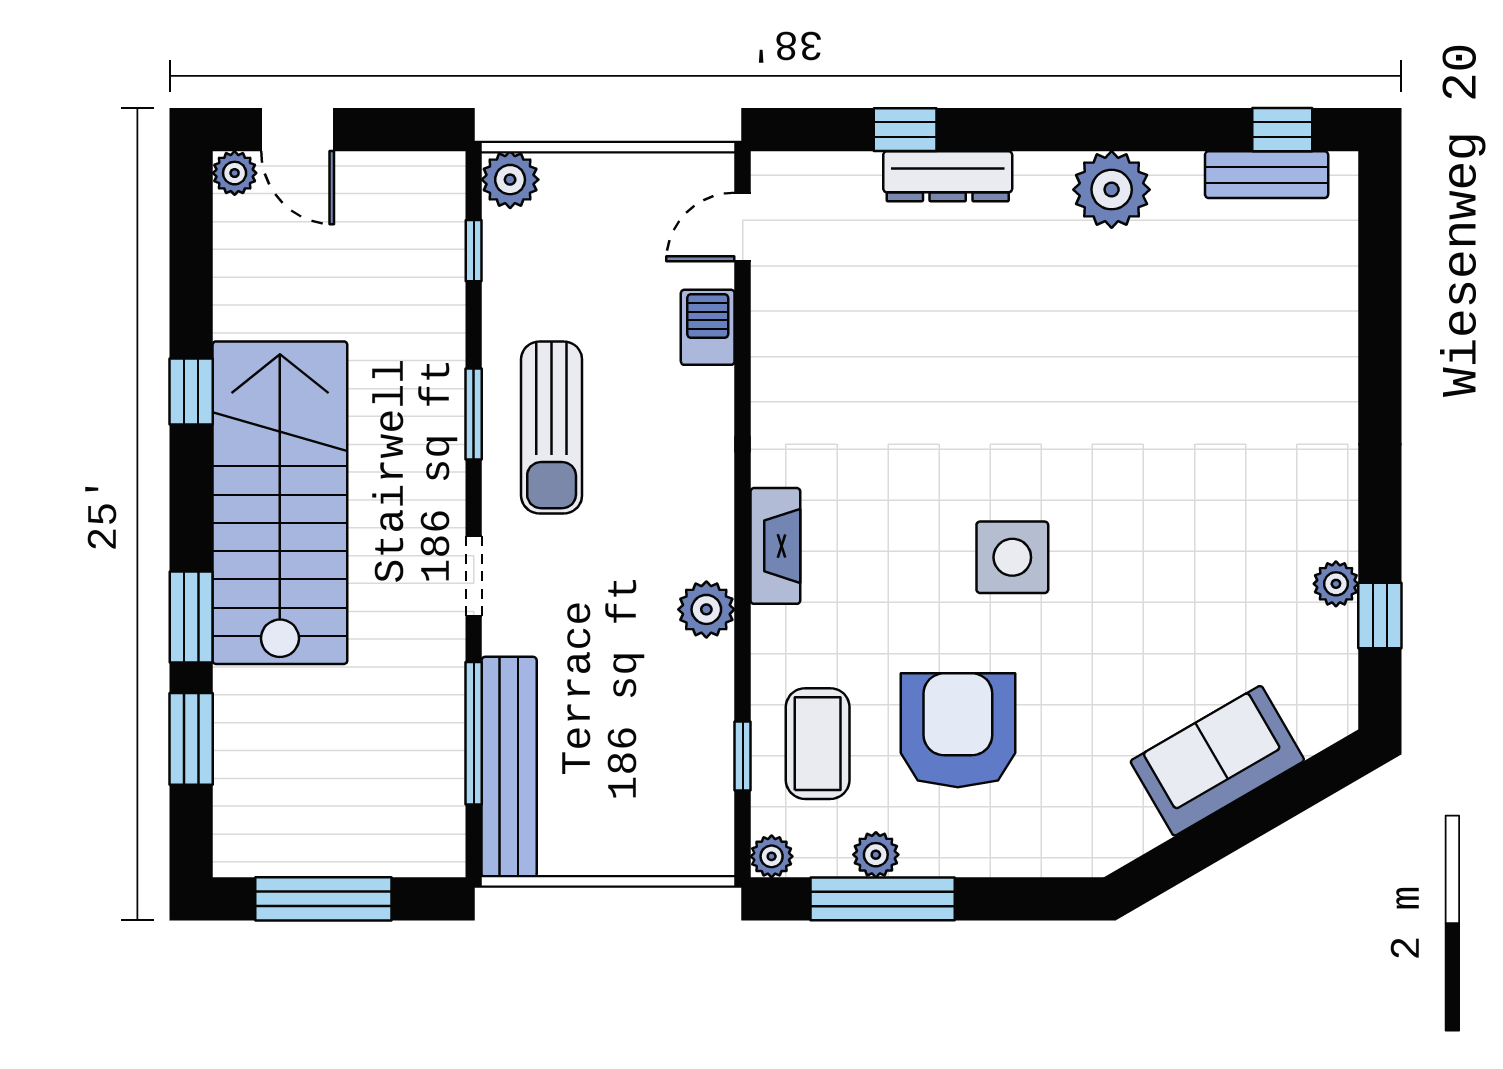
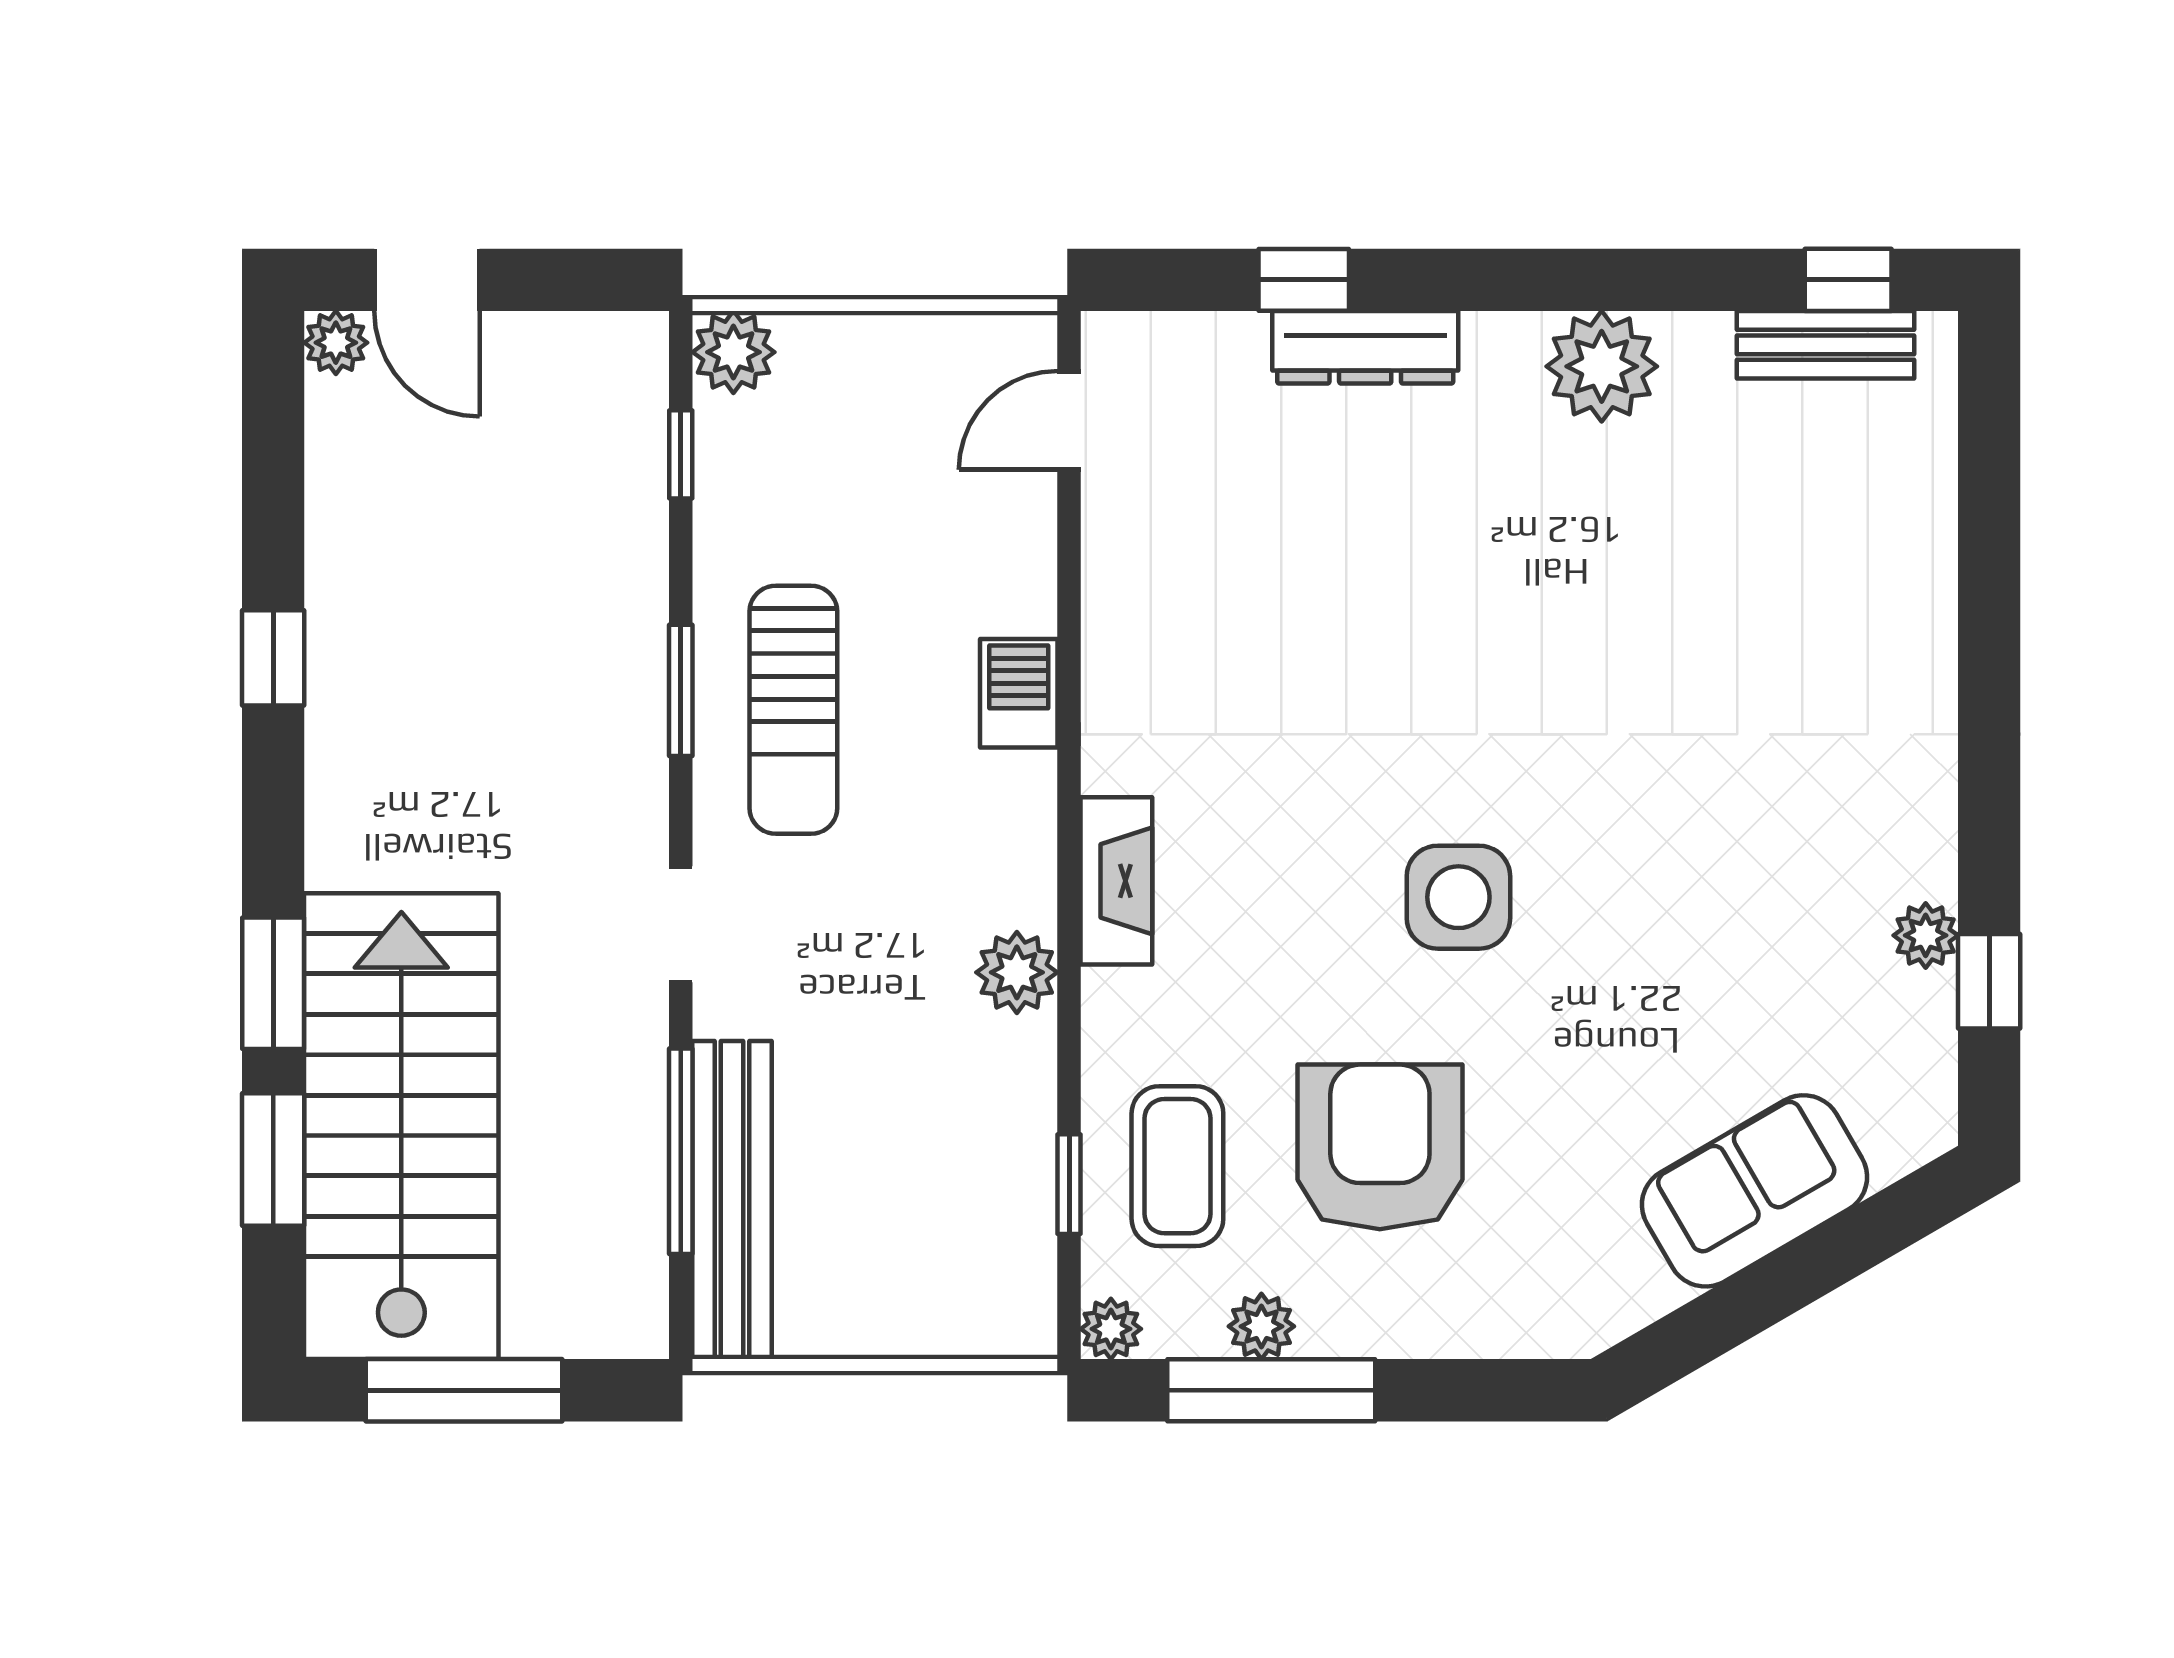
barbecue: (708, 327) -> (1019, 693), moved
stairs: (280, 503) -> (401, 1126), moved

